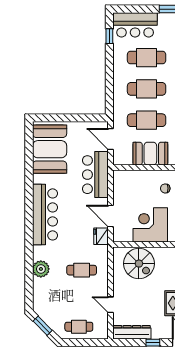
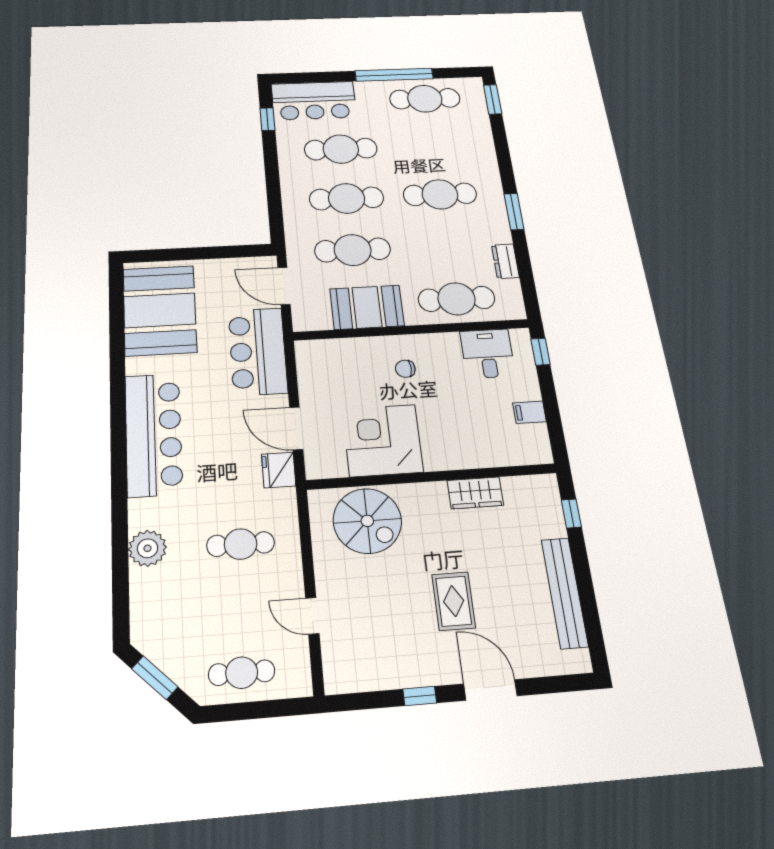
dresser: (132, 332) -> (368, 676), removed

